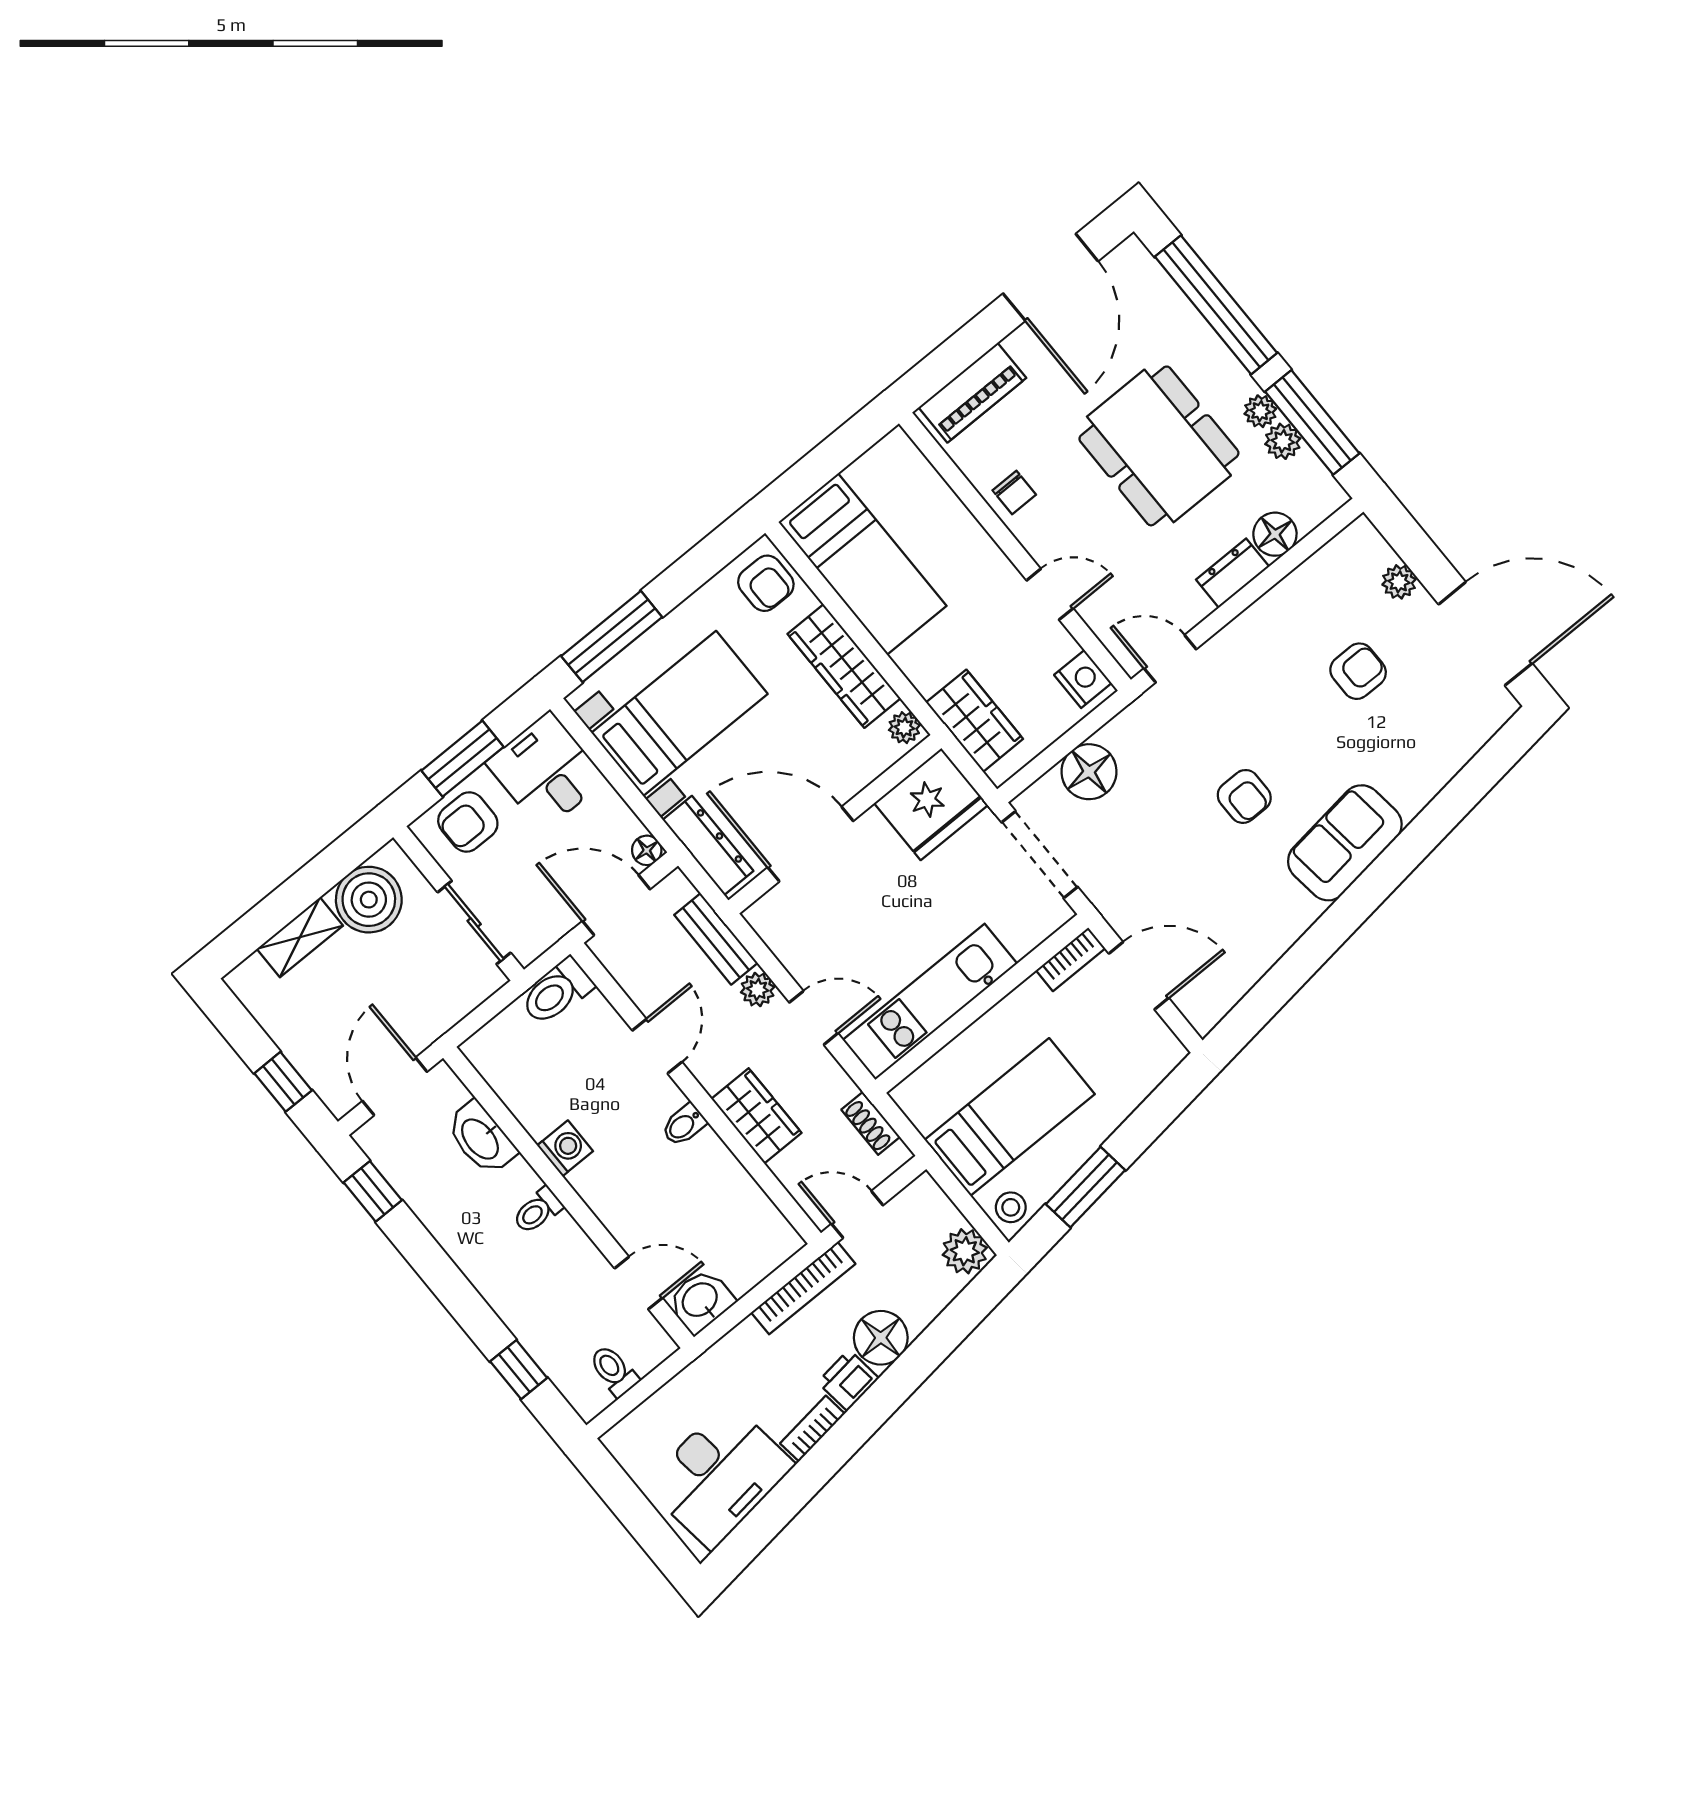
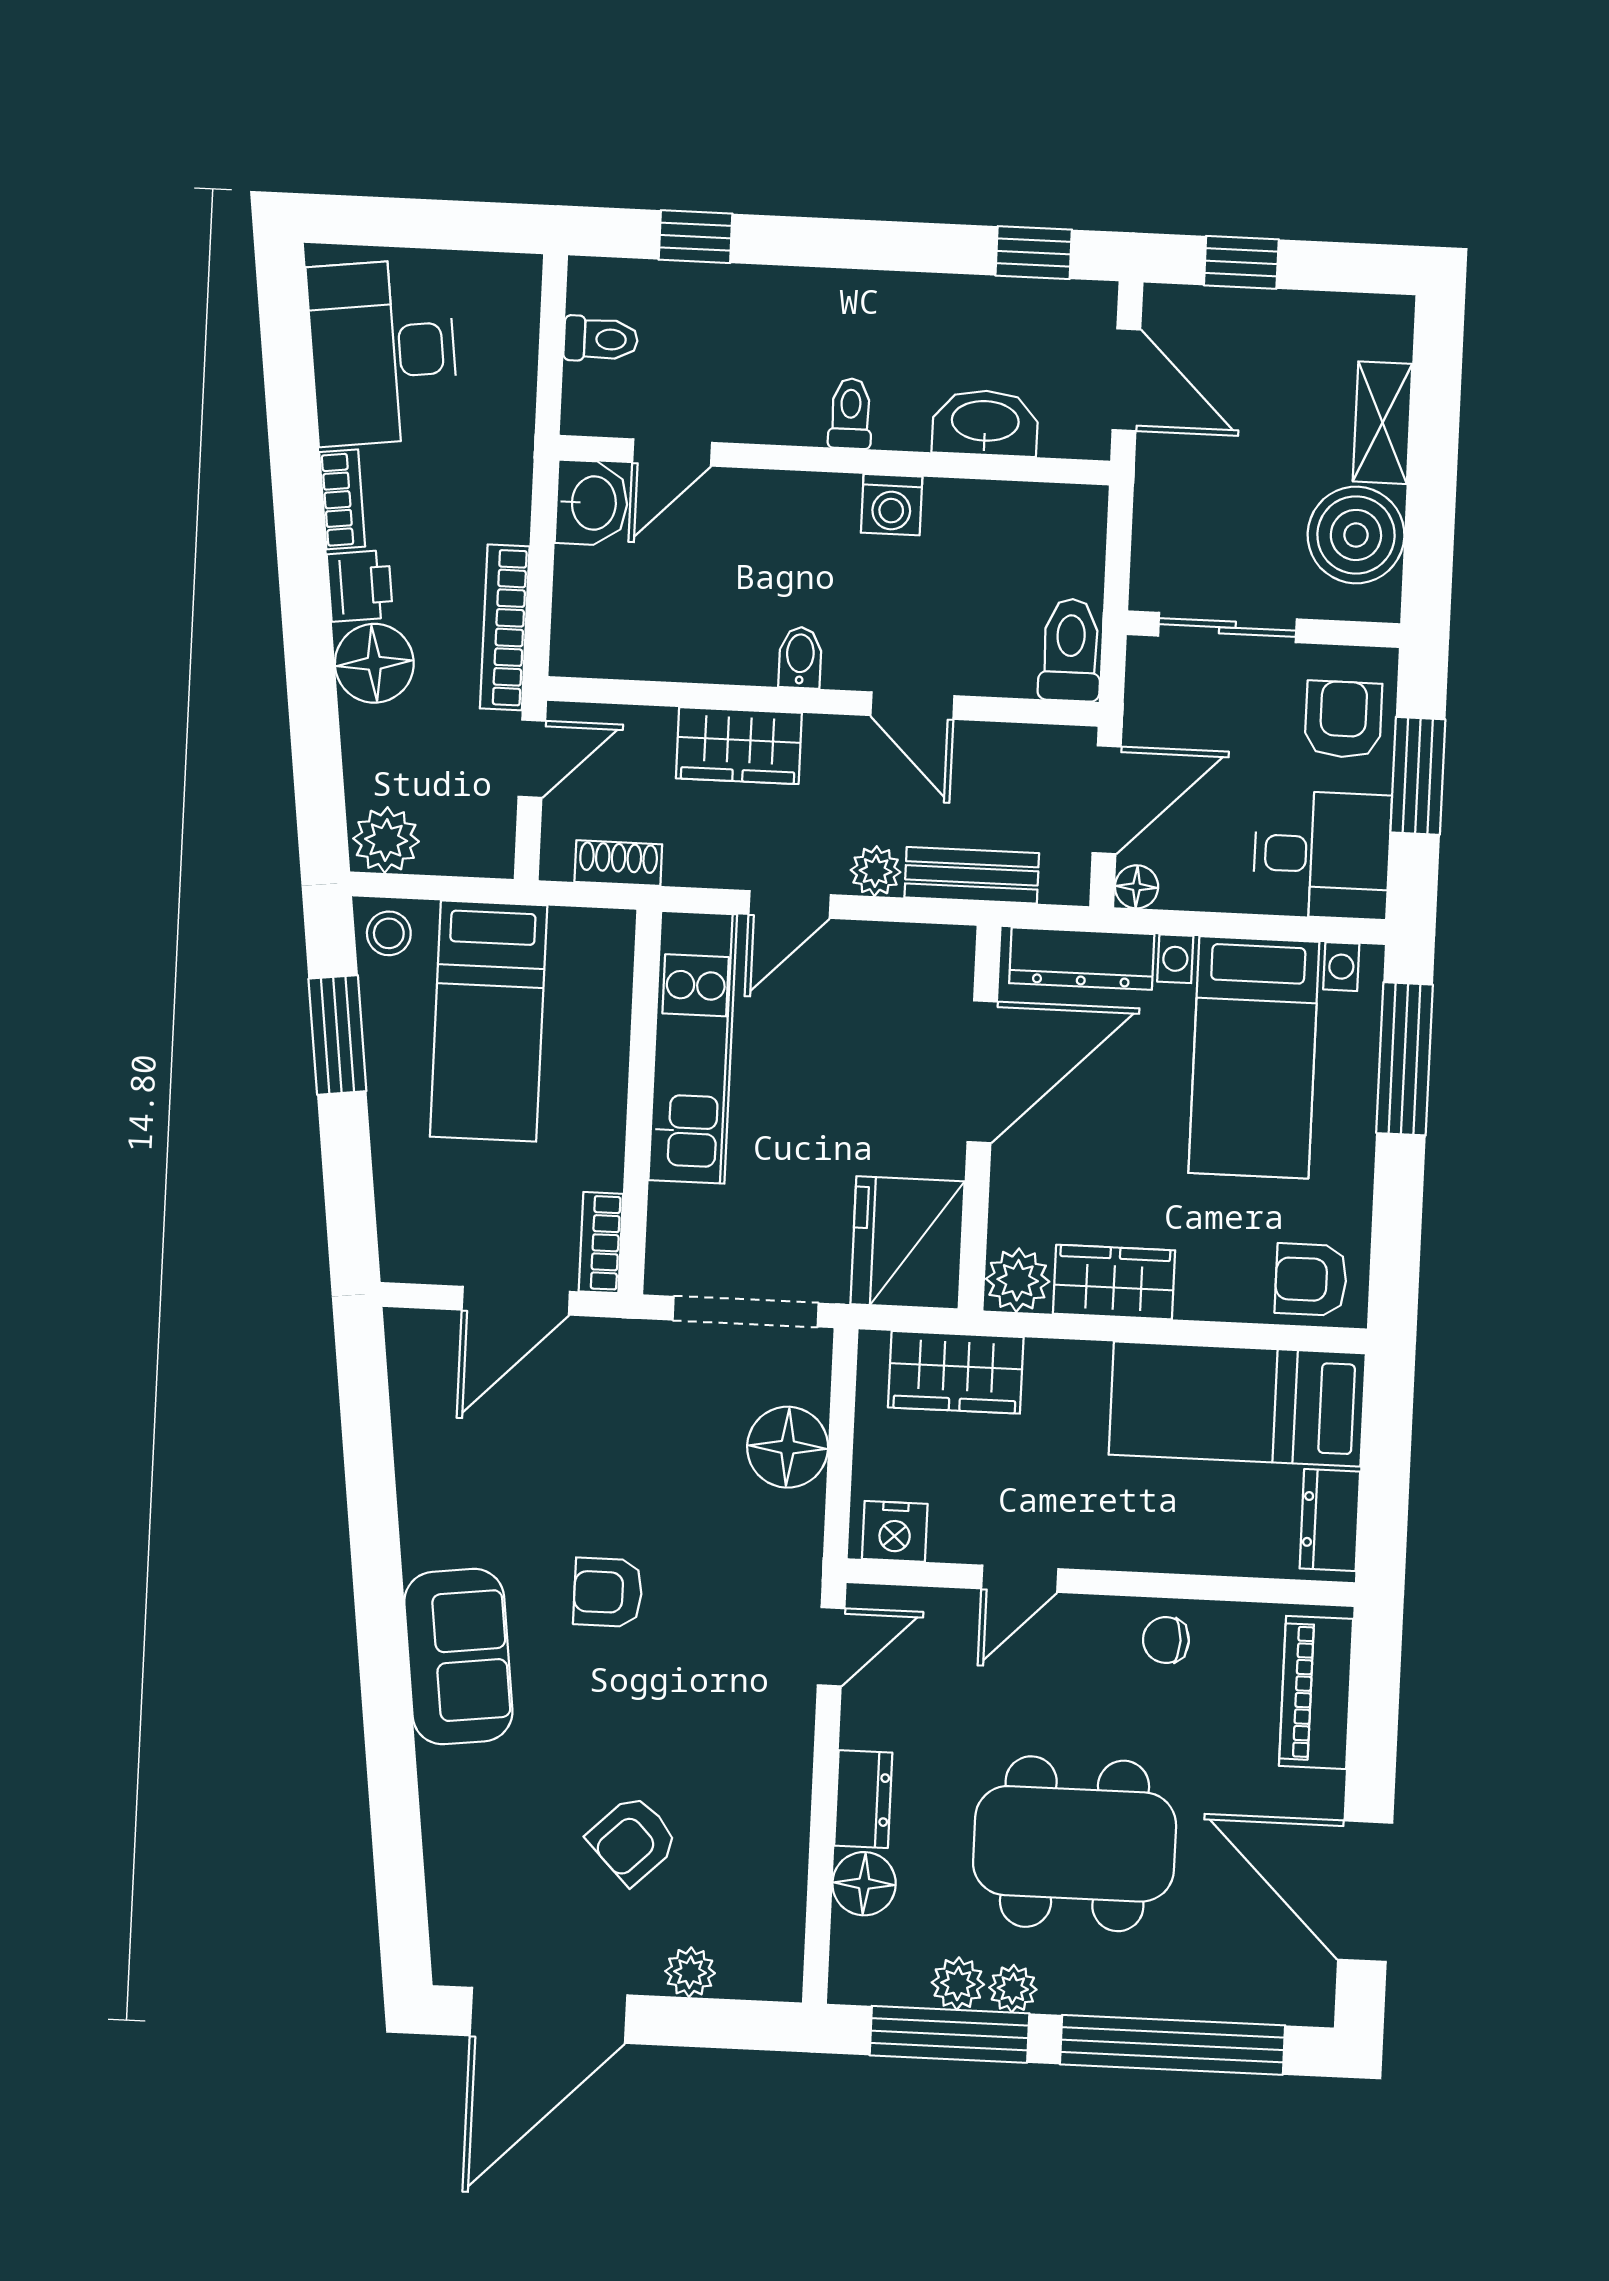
dresser: (879, 464) -> (1330, 1520), added
wardrobe: (844, 666) -> (1114, 1282), width x0.67
armchair: (1358, 671) -> (633, 1840), turned 46
plant: (904, 728) -> (1018, 1280), width x1.38, depth x1.38

